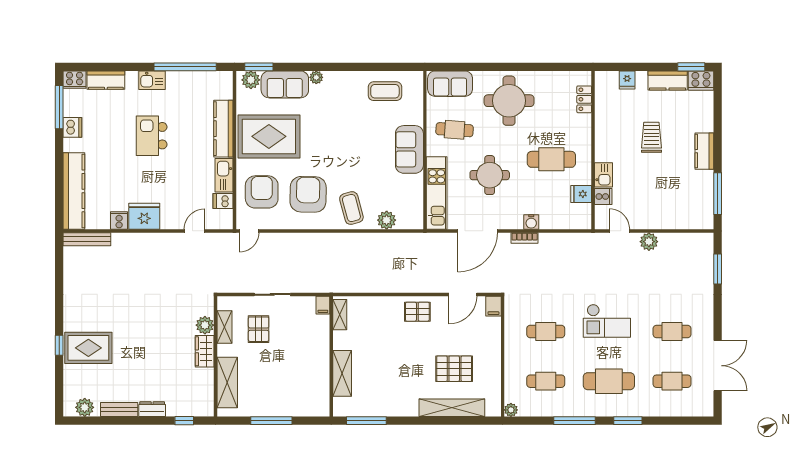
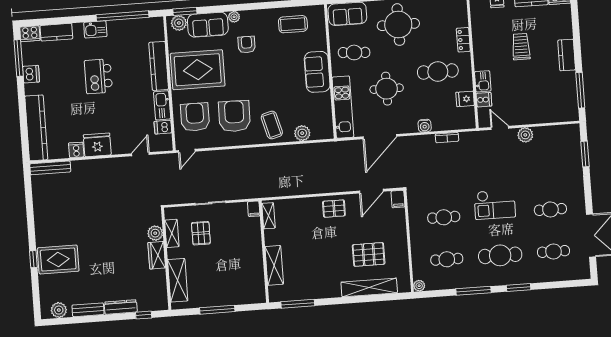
locker: (584, 99) -> (463, 40), moved
armchair: (329, 111) -> (247, 45), added
bookcase: (525, 238) -> (447, 138), moved
dresser: (152, 409) -> (121, 307), width x1.44

